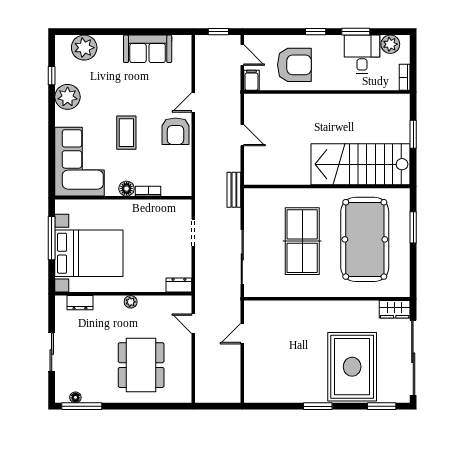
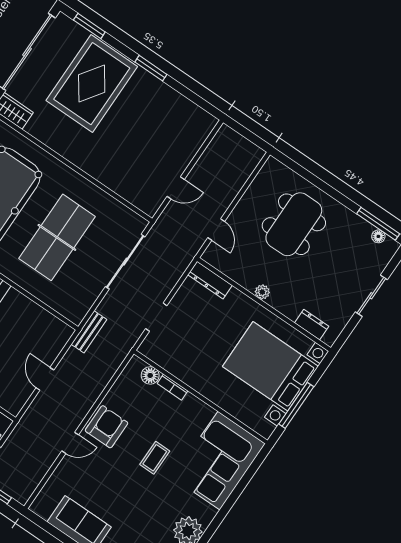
coffee table: (126, 133) -> (155, 458), width x0.73, depth x0.77
floor lamp: (127, 189) -> (150, 375), moved
dresser: (179, 285) -> (210, 280), width x1.44

